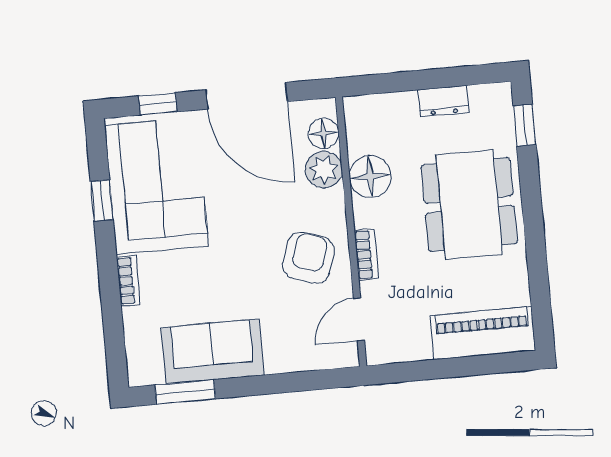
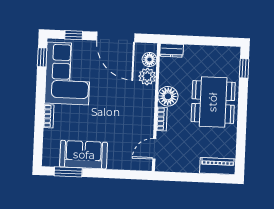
dresser: (443, 101) -> (172, 50), moved
floor lamp: (370, 176) -> (168, 96), moved
window: (102, 200) -> (42, 57), moved
armchair: (308, 258) -> (134, 117), removed
piano: (483, 333) -> (218, 166), width x0.73, depth x0.75

